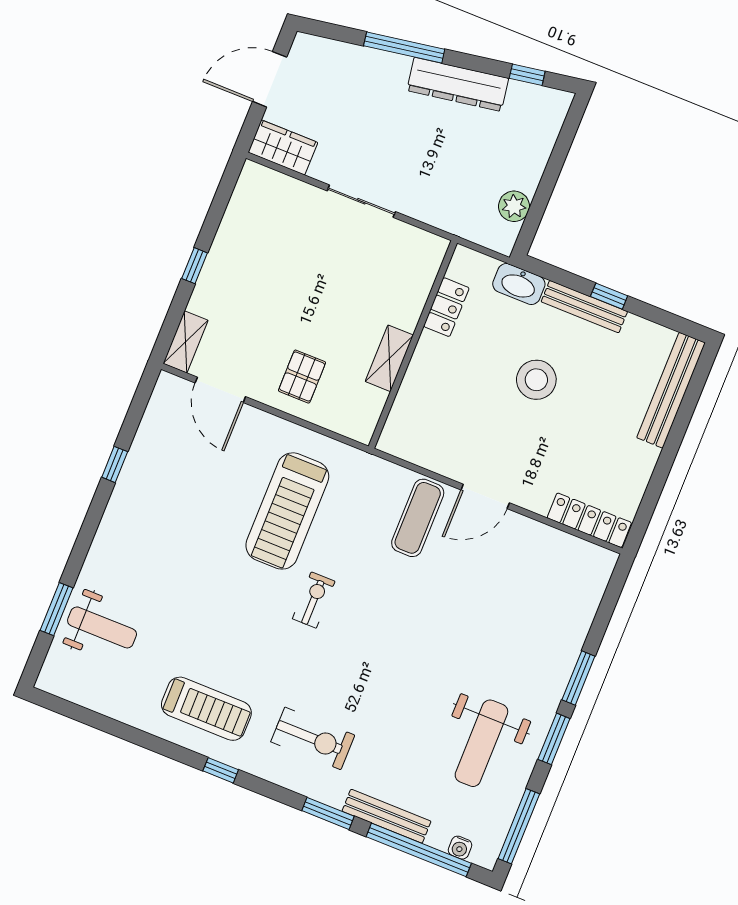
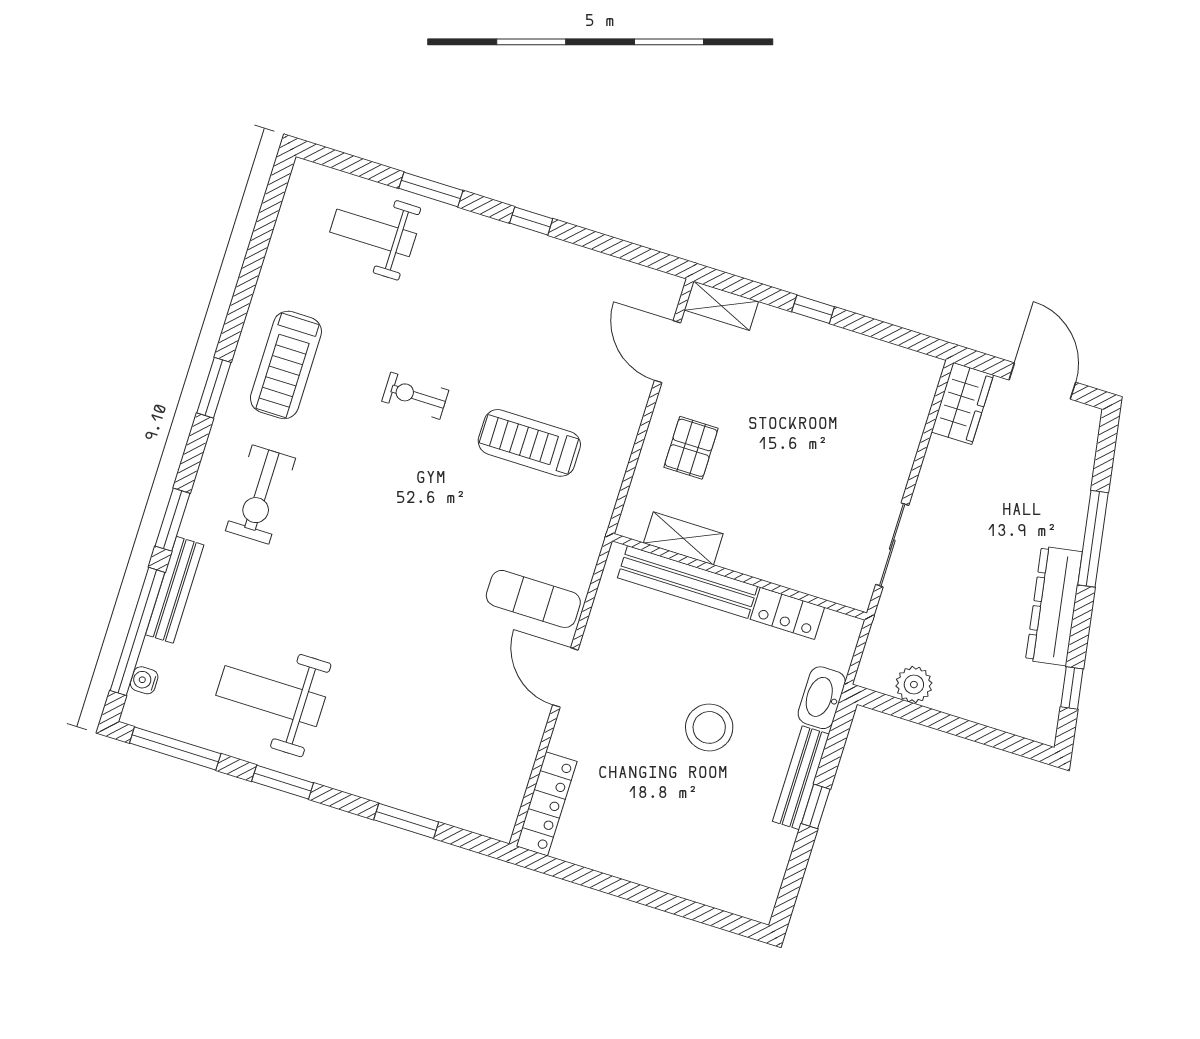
sliding door: (361, 201) -> (892, 545), moved
shelving: (389, 358) -> (683, 538), moved
pallet: (302, 377) -> (691, 448), turned 90
door: (220, 390) -> (668, 352), hinge flipped
bench: (671, 390) -> (688, 582), moved
window: (115, 464) -> (531, 221), moved
treadmill: (287, 511) -> (529, 443), width x0.73, depth x0.73
exercise bike: (314, 600) -> (415, 396), moved, turned 180
window: (57, 609) -> (431, 189), moved
weight bench: (102, 627) -> (373, 233), turned 90
window: (578, 678) -> (406, 821), moved
window: (221, 770) -> (214, 388), width x1.50

